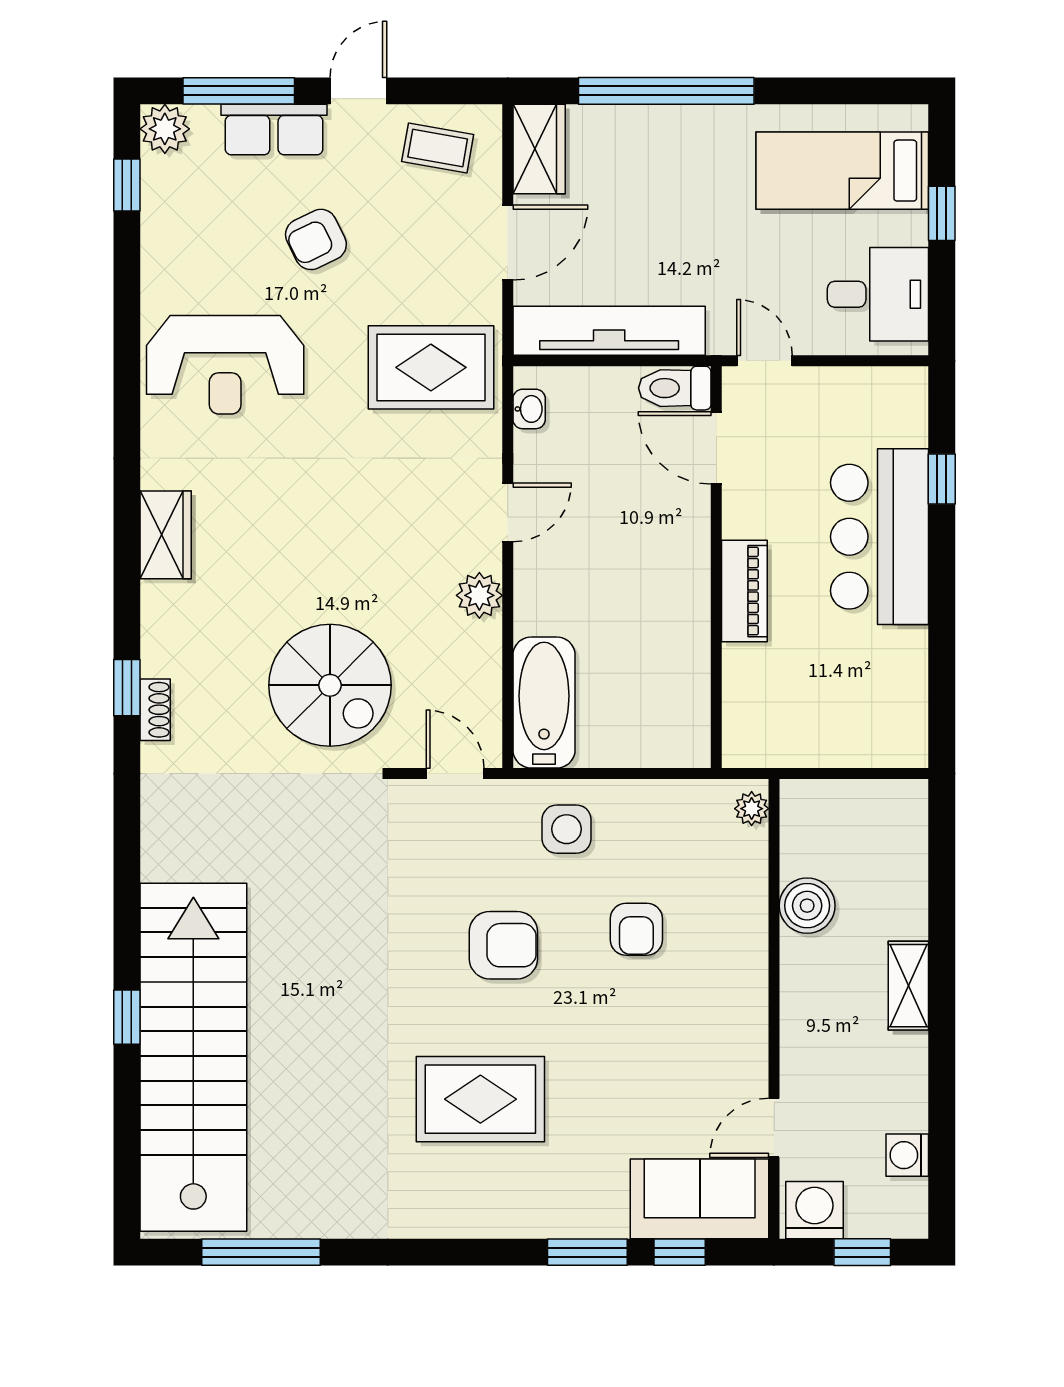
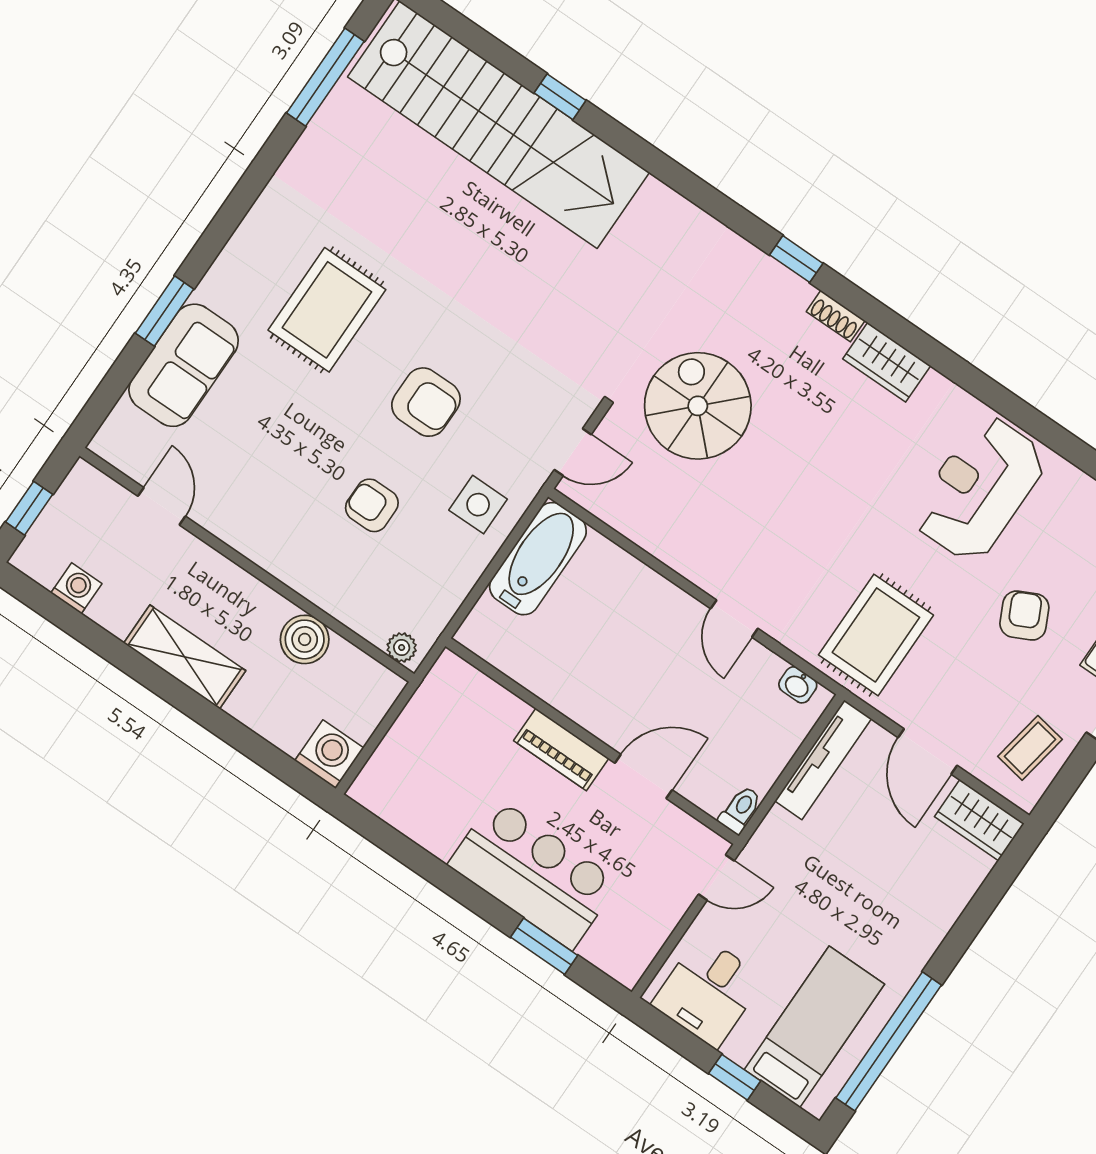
window: (666, 91) -> (889, 1041), moved
tv unit: (609, 331) -> (823, 760), width x0.73, depth x0.78
toilet: (675, 388) -> (740, 810), width x0.73, depth x0.72
door: (716, 448) -> (644, 776), moved
window: (942, 479) -> (544, 946), width x1.50
plant: (479, 595) -> (689, 557), removed
spiral stairs: (330, 685) -> (698, 406), turned 90
bathtub: (544, 703) -> (538, 559), moved, turned -90
shoe rack: (155, 710) -> (836, 316), moved
armchair: (503, 945) -> (426, 402), turned -90
shelving: (908, 986) -> (185, 657), width x1.50, depth x1.33
sofa: (700, 1199) -> (184, 365), moved
washing machine: (814, 1210) -> (329, 754), moved, turned -90
window: (680, 1252) -> (119, 377), removed

